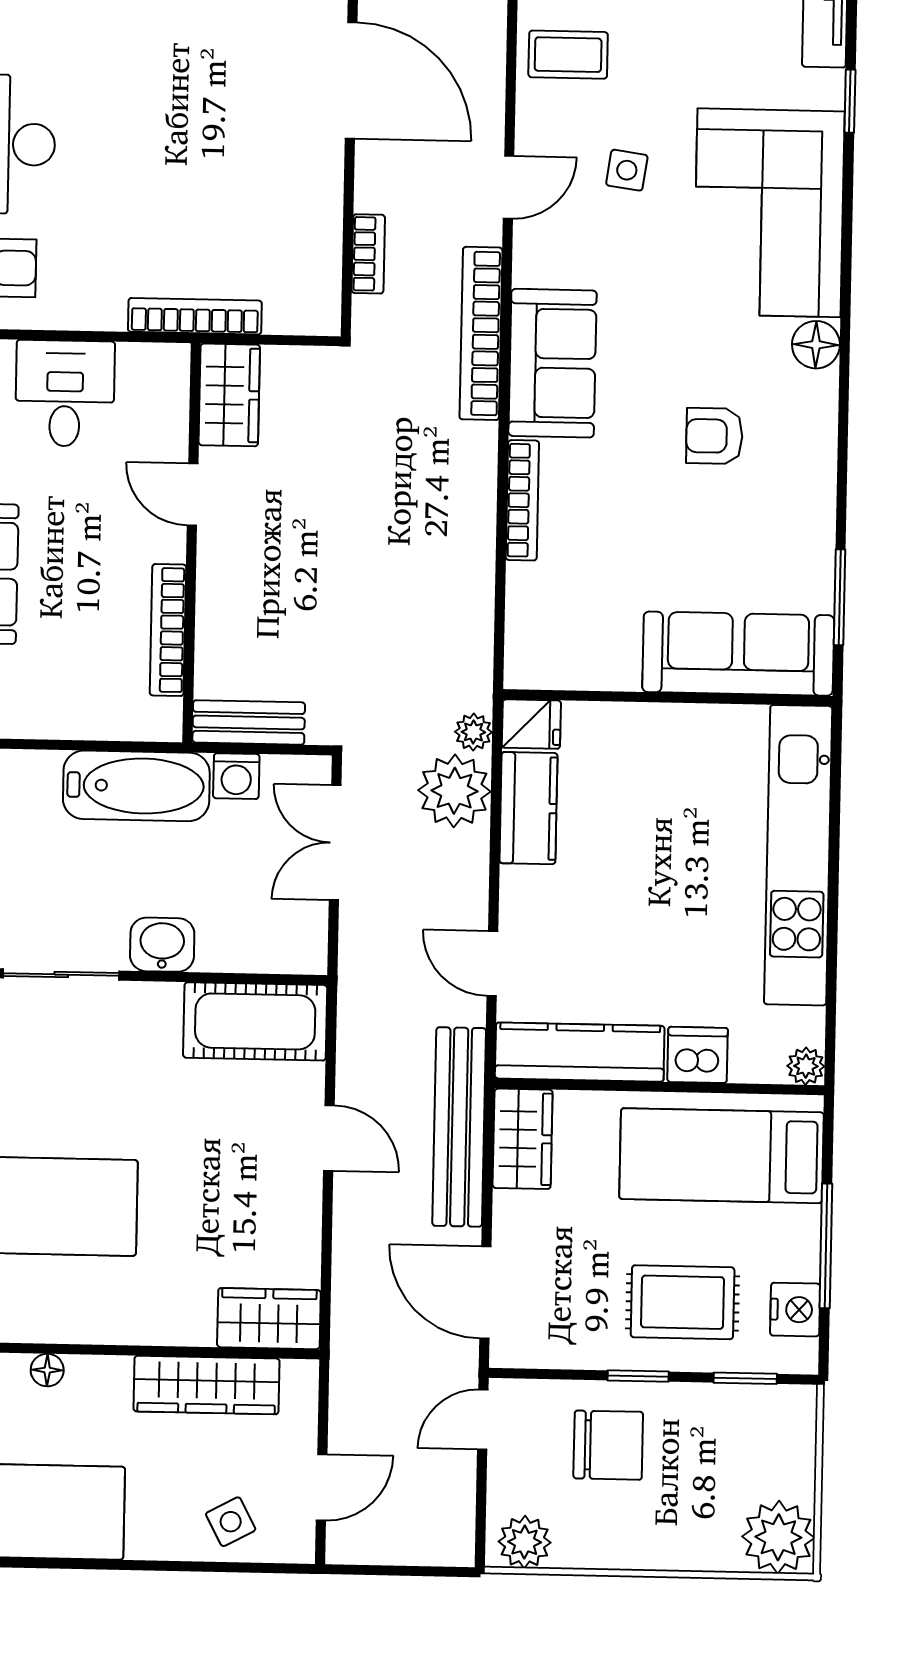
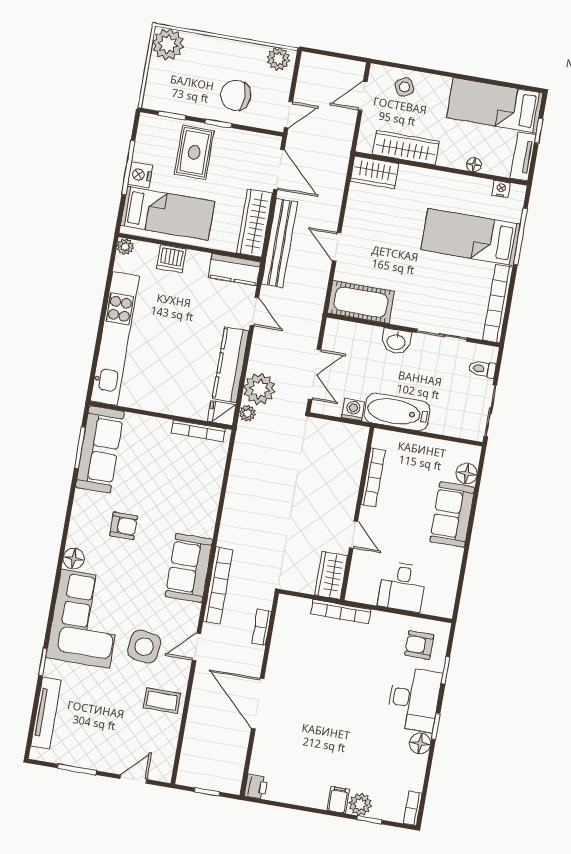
side table: (627, 170) -> (144, 647), width x1.87, depth x1.87
bookcase: (522, 500) -> (198, 431), moved, turned -90
sofa: (738, 654) -> (100, 449), moved, turned -90
bench: (249, 722) -> (344, 432), removed
kitchen counter: (528, 808) -> (231, 365), width x1.50
kitchen counter: (580, 1052) -> (234, 270), width x0.67
wardrobe: (523, 1139) -> (255, 223), width x1.50
rug: (683, 1302) -> (194, 152), turned 90
nightstand: (795, 1310) -> (140, 175), moved

